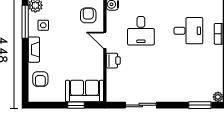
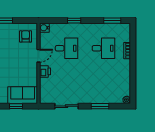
desk: (141, 31) -> (67, 48), turned -90
door: (105, 40) -> (39, 56), swing flipped
window: (200, 105) -> (100, 106), moved

